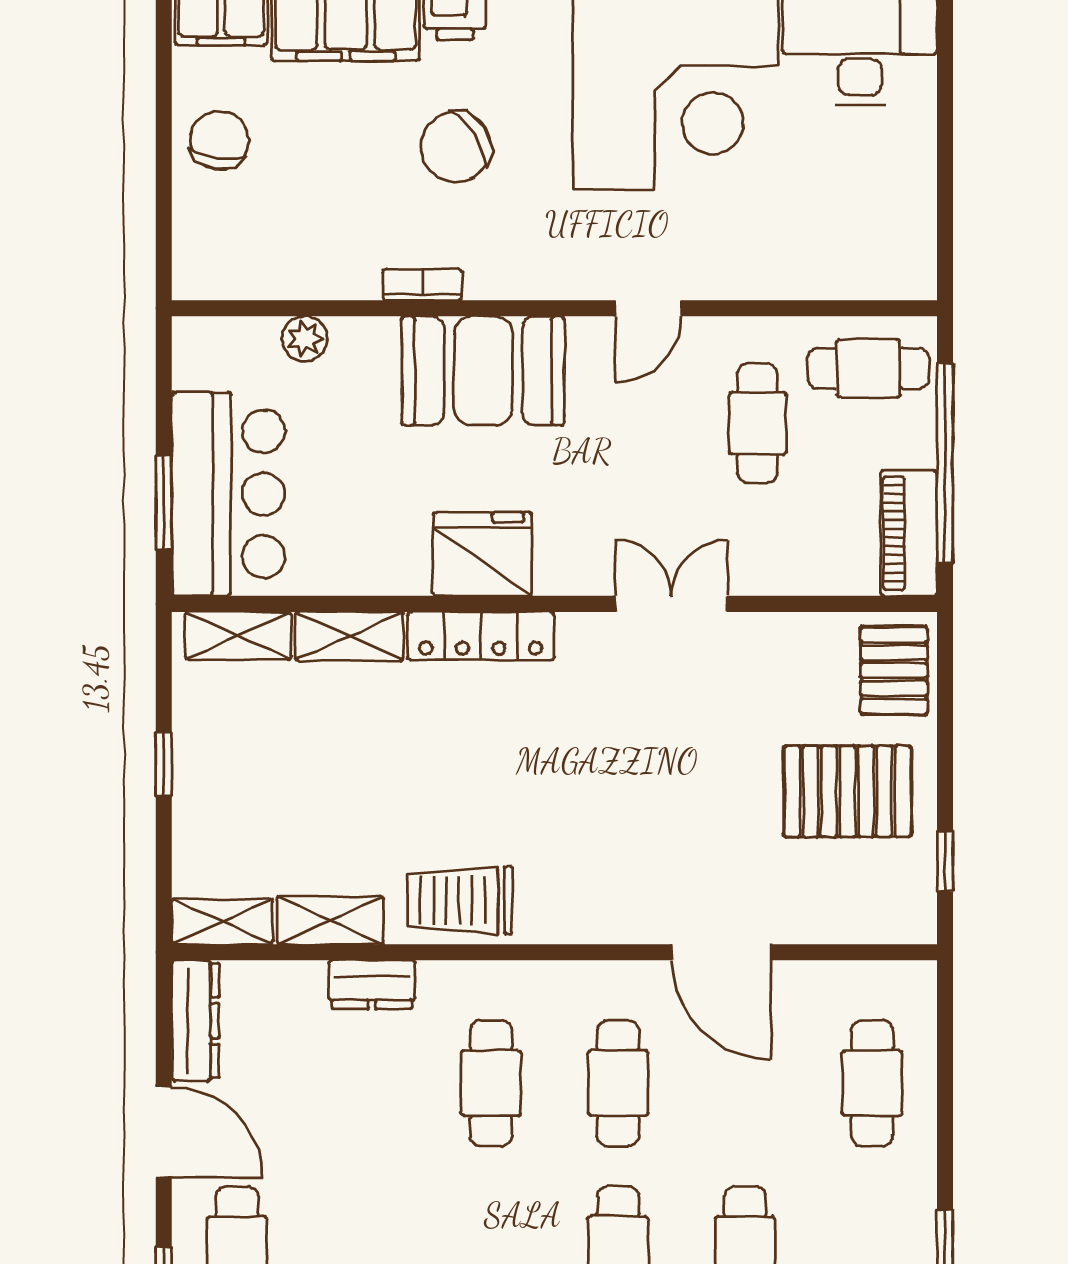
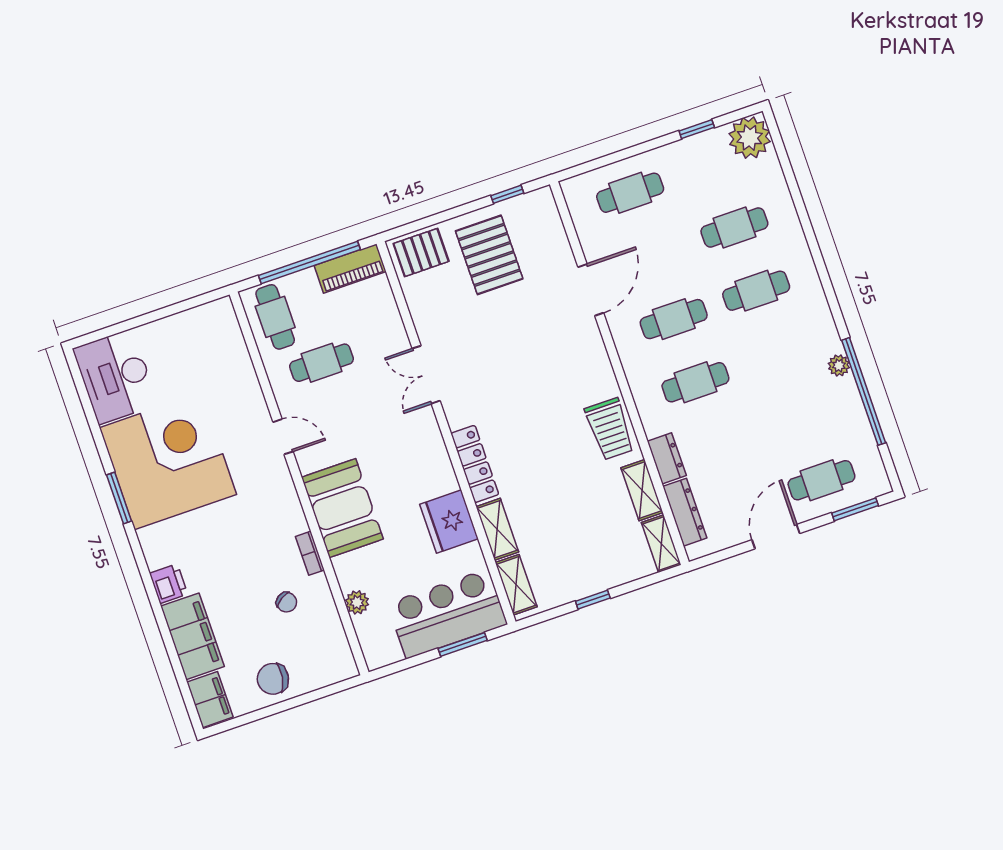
chair: (456, 147) -> (287, 602), moved, width x0.54, depth x0.54
fridge: (482, 554) -> (449, 522), moved
dresser: (195, 1021) -> (685, 512), moved, turned 90

